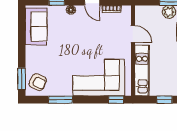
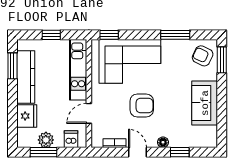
dishwasher: (148, 12) -> (71, 139), added
sofa: (36, 26) -> (205, 103), moved
door: (133, 34) -> (89, 113), hinge flipped
armchair: (89, 41) -> (142, 105), added

